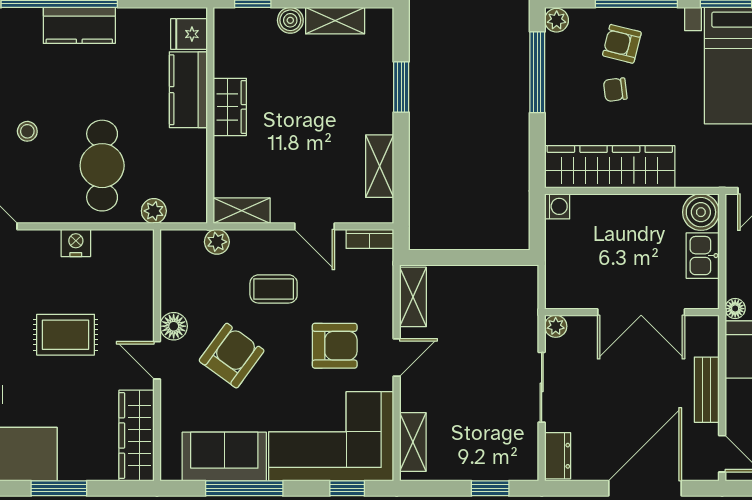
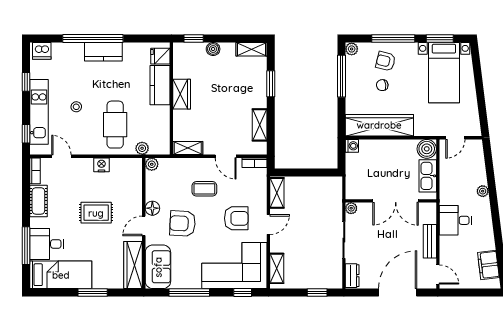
shelving: (335, 21) -> (252, 49), moved
plant: (217, 242) -> (152, 164), moved
kitchen sink: (703, 256) -> (428, 176), width x1.38
floor lamp: (735, 309) -> (445, 199), removed
armchair: (232, 356) -> (183, 223), turned -123
door: (157, 360) -> (144, 226), hinge flipped
sofa: (224, 457) -> (158, 267), moved, turned 90

